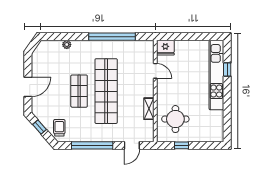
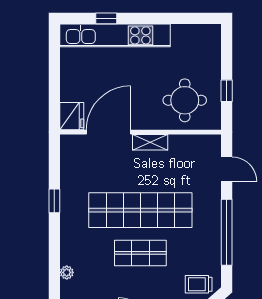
window: (112, 37) -> (54, 201), width x0.32
door: (155, 71) -> (108, 132), width x1.88
shelving: (149, 109) -> (150, 142), moved

